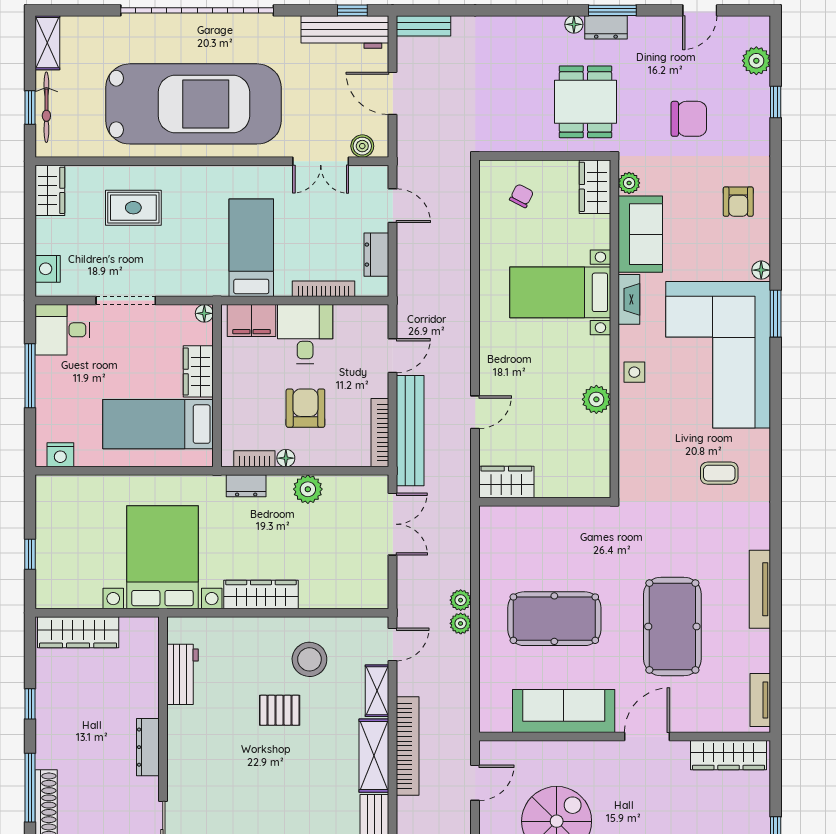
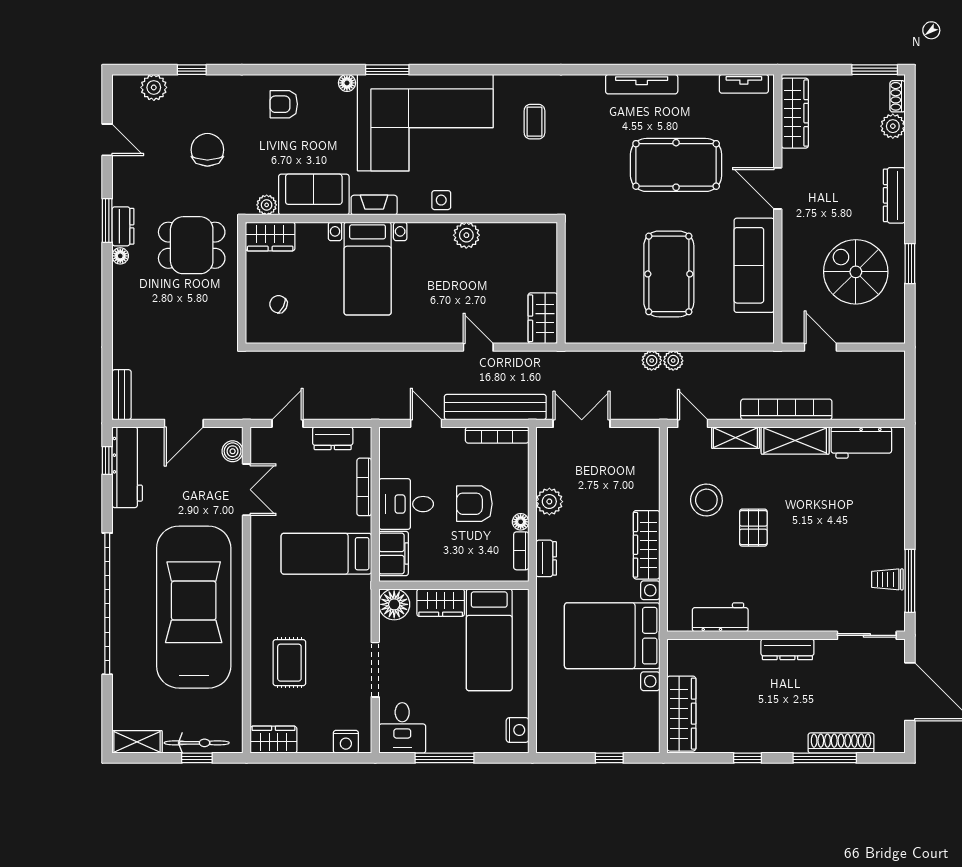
armchair: (738, 202) -> (284, 104), turned 180
floor lamp: (204, 313) -> (394, 604), width x1.89, depth x1.89

